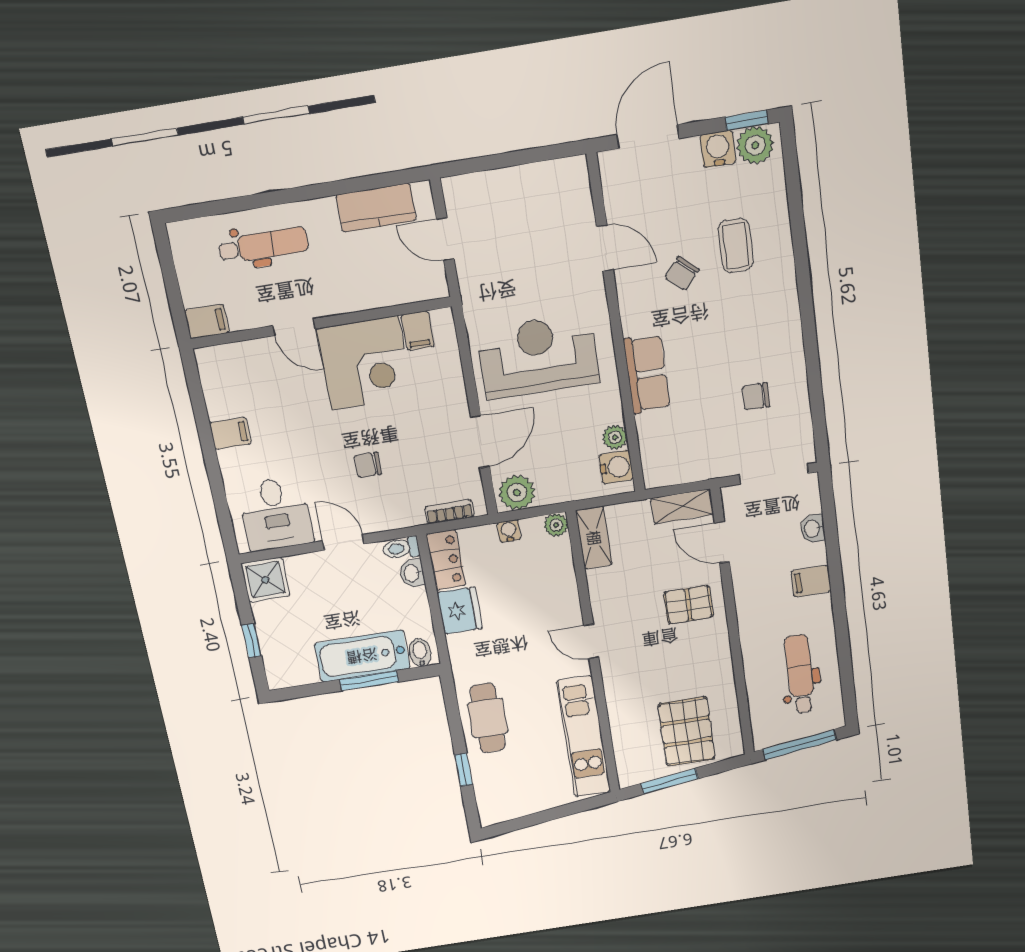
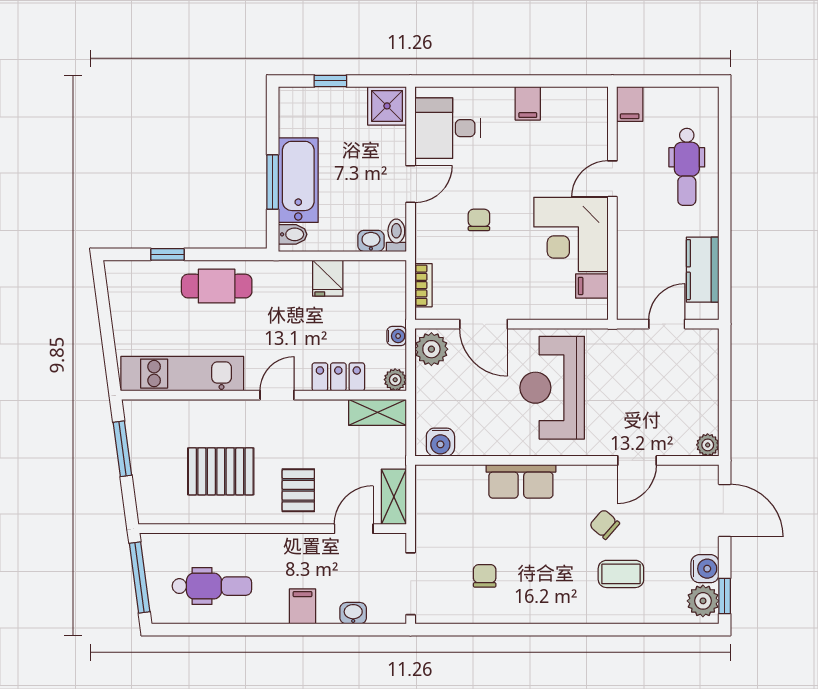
reception desk: (538, 356) -> (552, 388), turned 180
plant: (615, 437) -> (708, 445), moved
locker: (446, 560) -> (338, 377), moved, turned 180
fridge: (460, 611) -> (328, 278), width x0.72
pallet: (687, 732) -> (221, 471), moved

